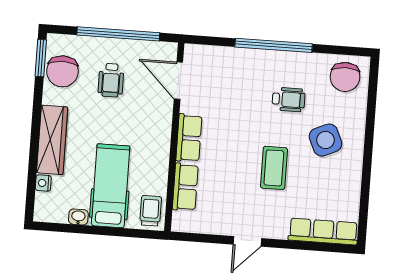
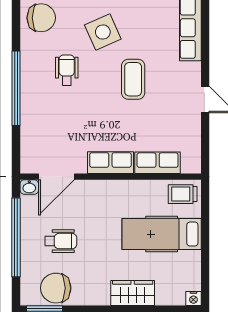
chair: (62, 71) -> (56, 288), turned 180
wardrobe: (52, 140) -> (133, 293), width x0.67
coffee table: (274, 168) -> (133, 79), turned 90
nightstand: (43, 183) -> (193, 298), moved
washbasin: (78, 217) -> (29, 187), moved, turned -90

